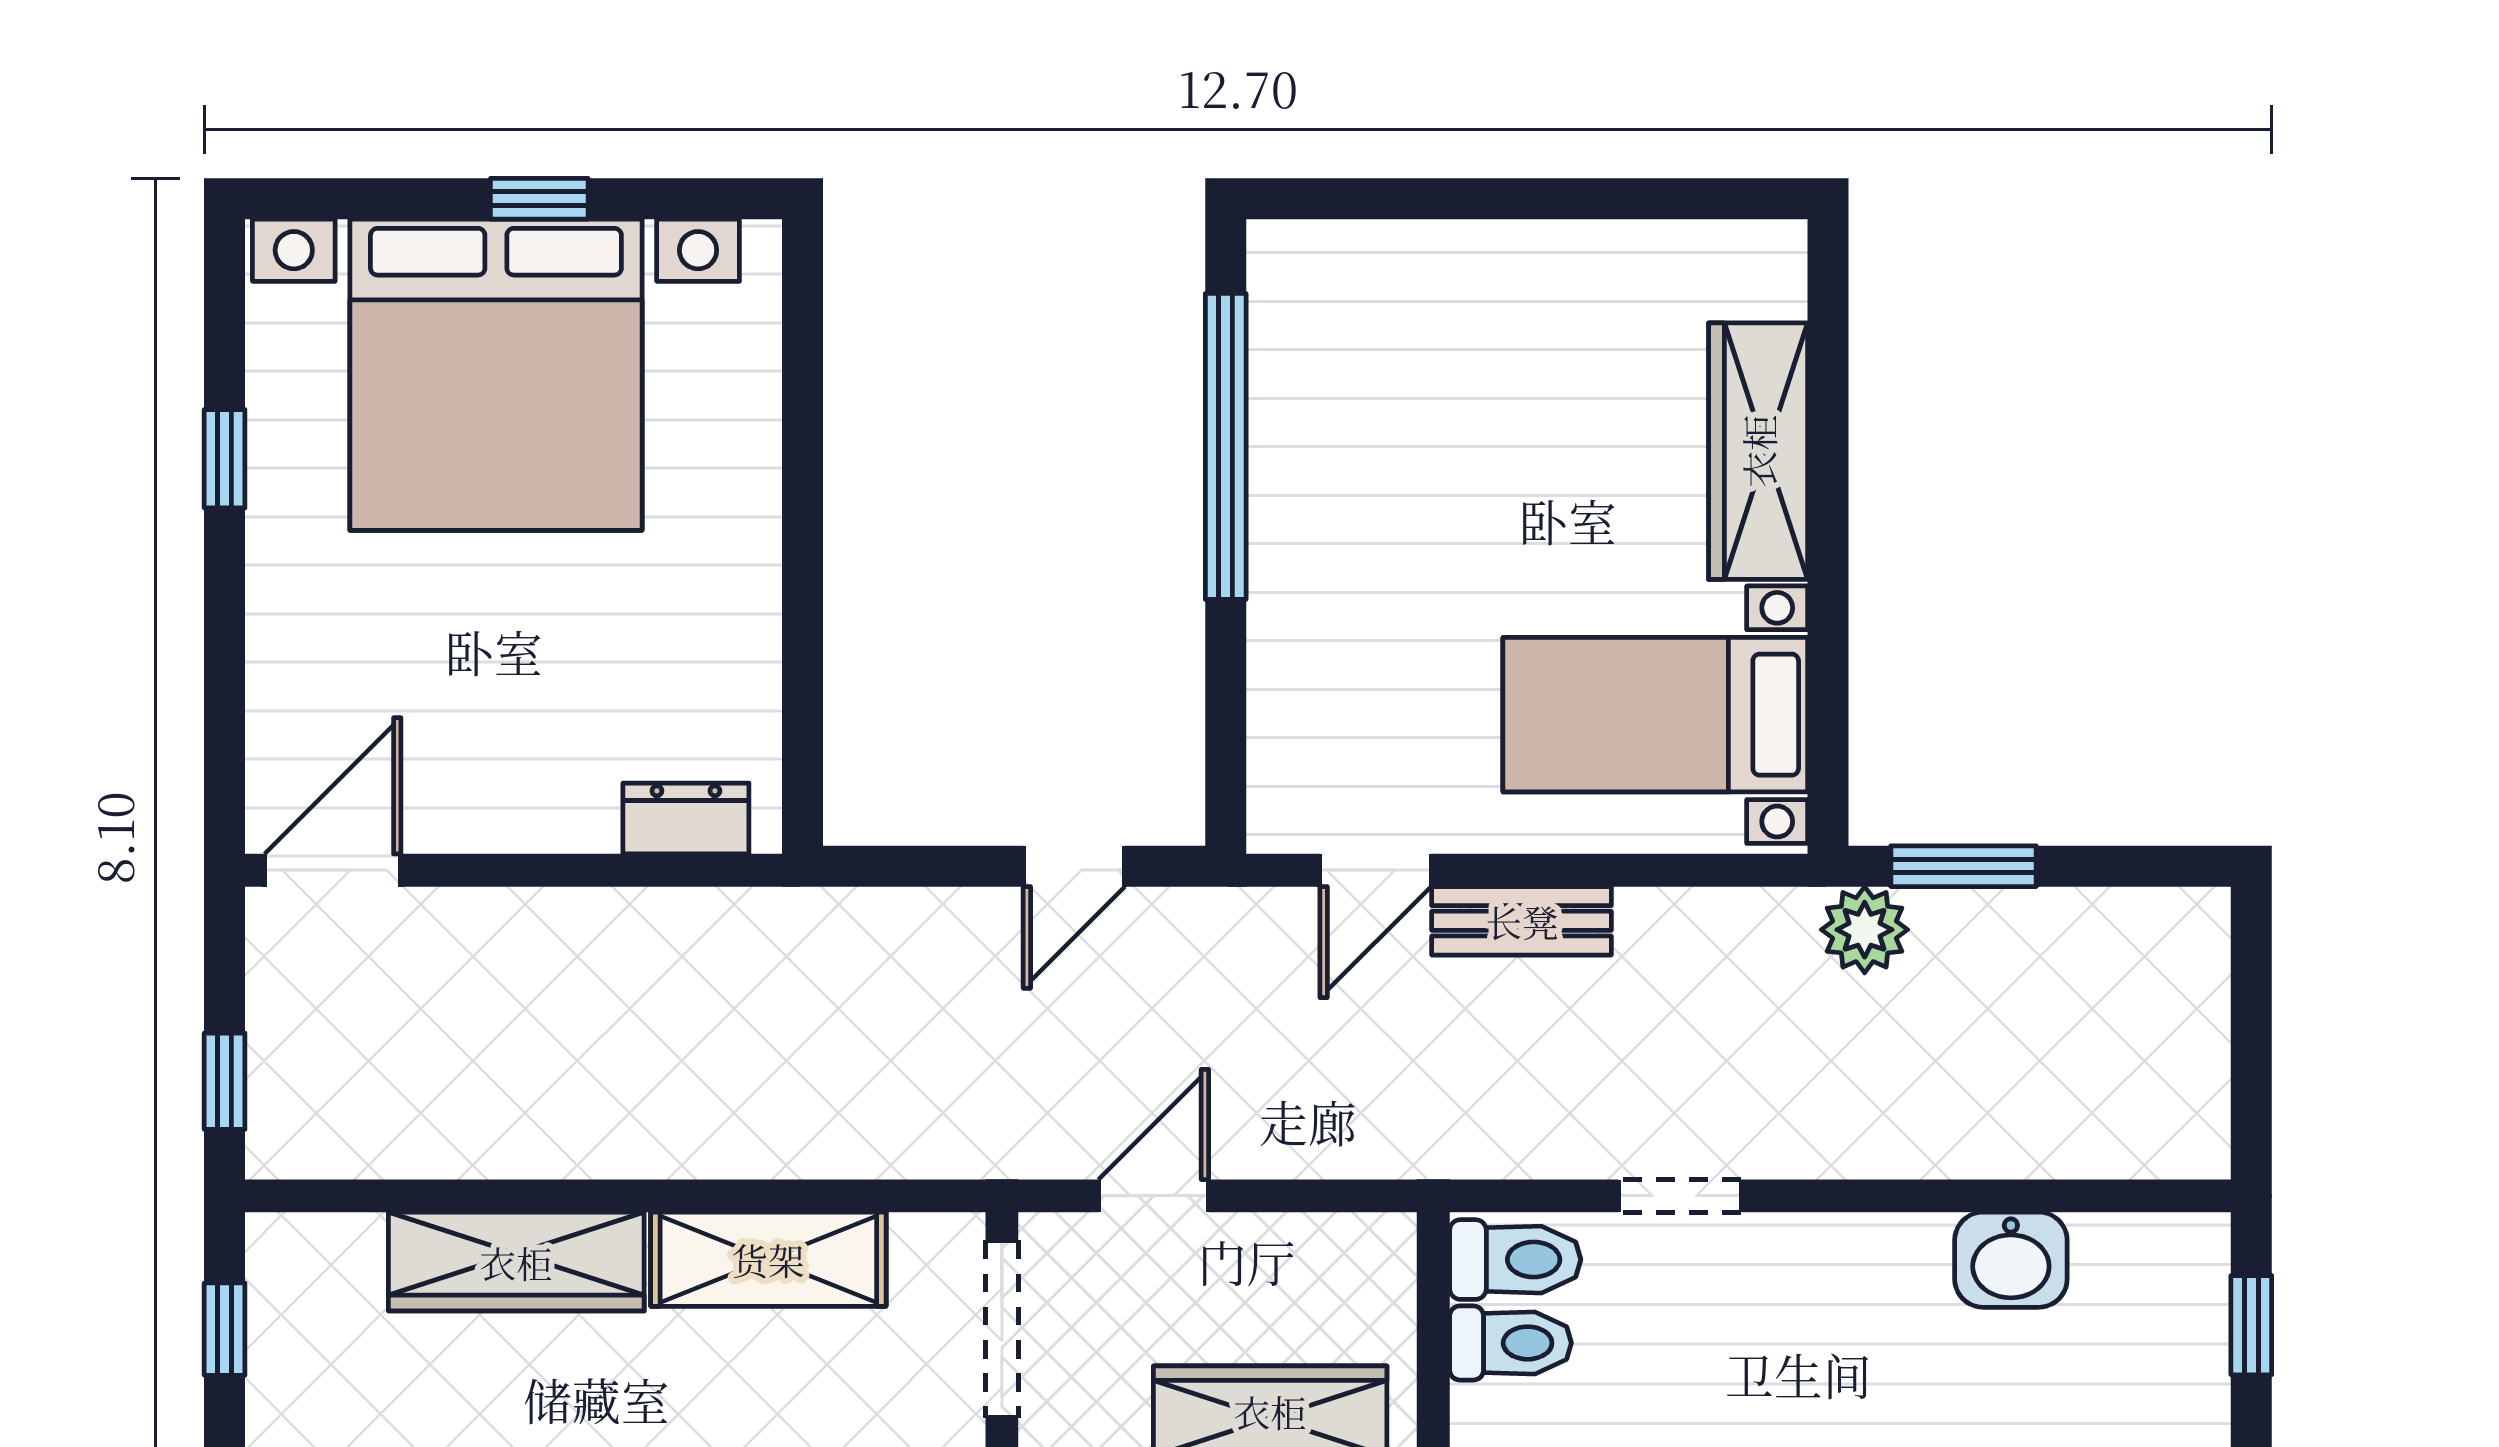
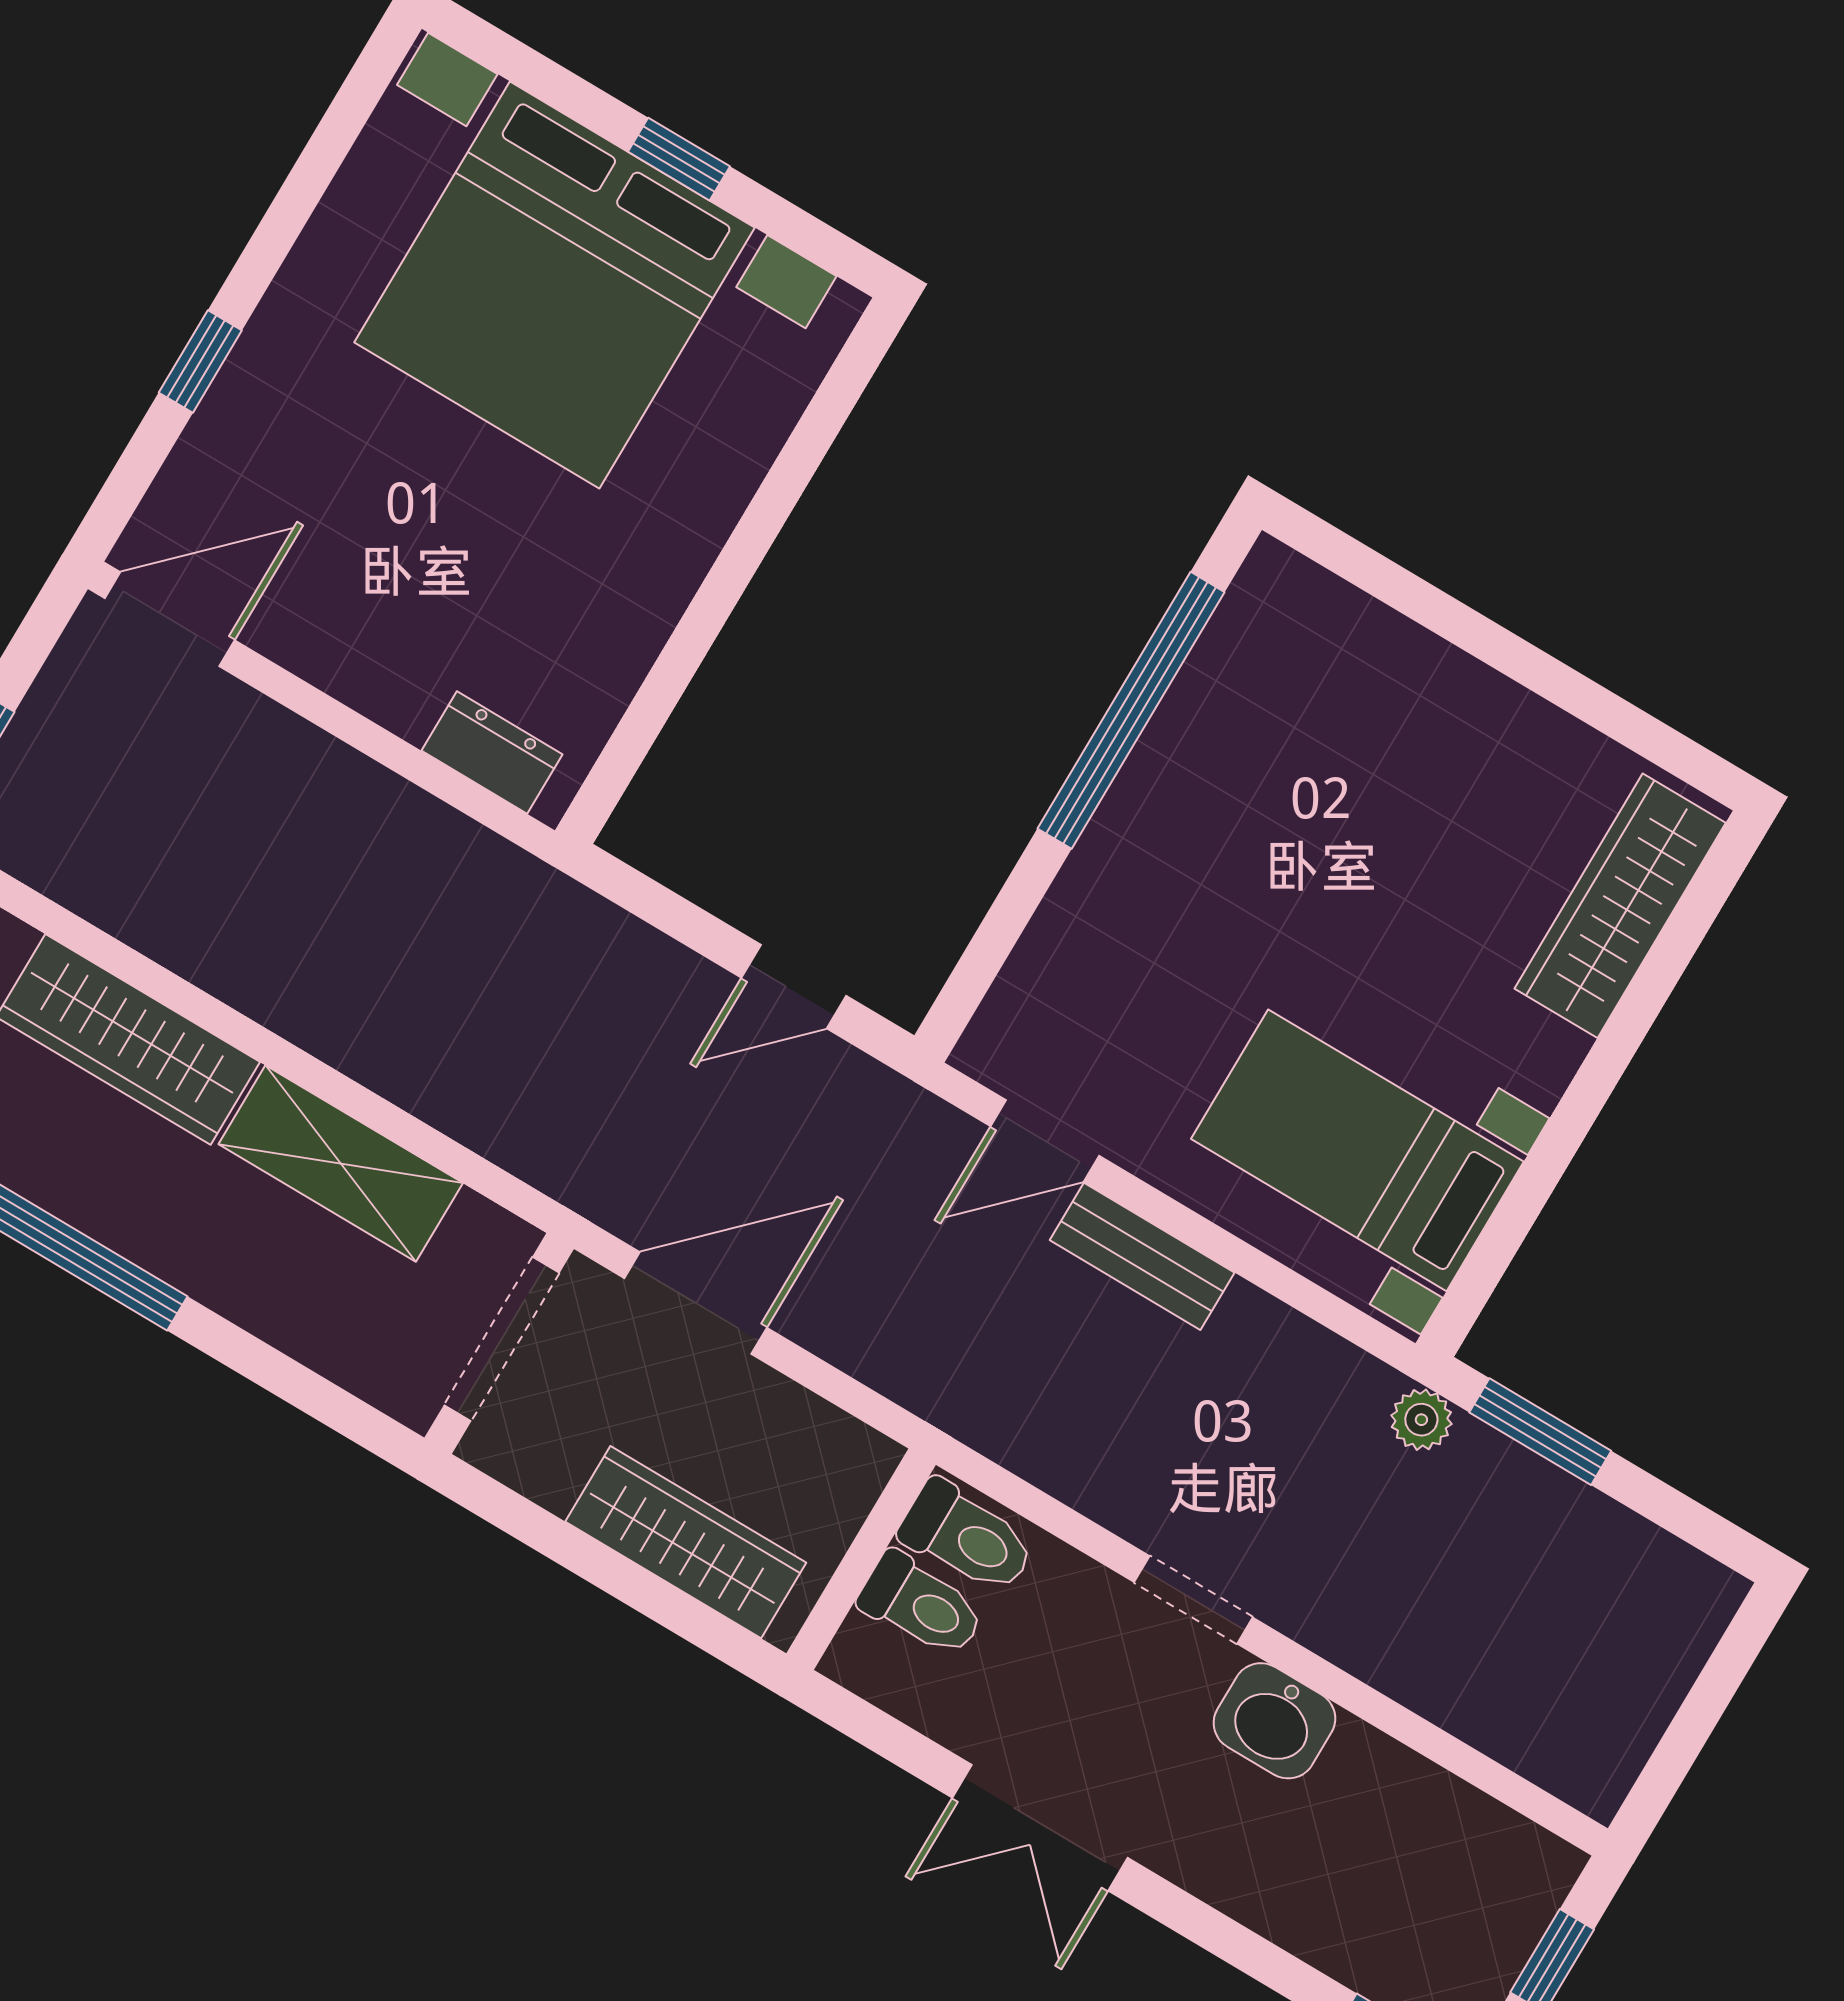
wardrobe: (1758, 451) -> (1620, 906), moved
window: (225, 459) -> (200, 362), moved
plant: (1865, 930) -> (1421, 1420), width x0.73, depth x0.73
door: (1153, 1196) -> (696, 1303), width x1.38
doorway: (1680, 1196) -> (1193, 1600), moved
washbasin: (2011, 1260) -> (1274, 1721), moved

